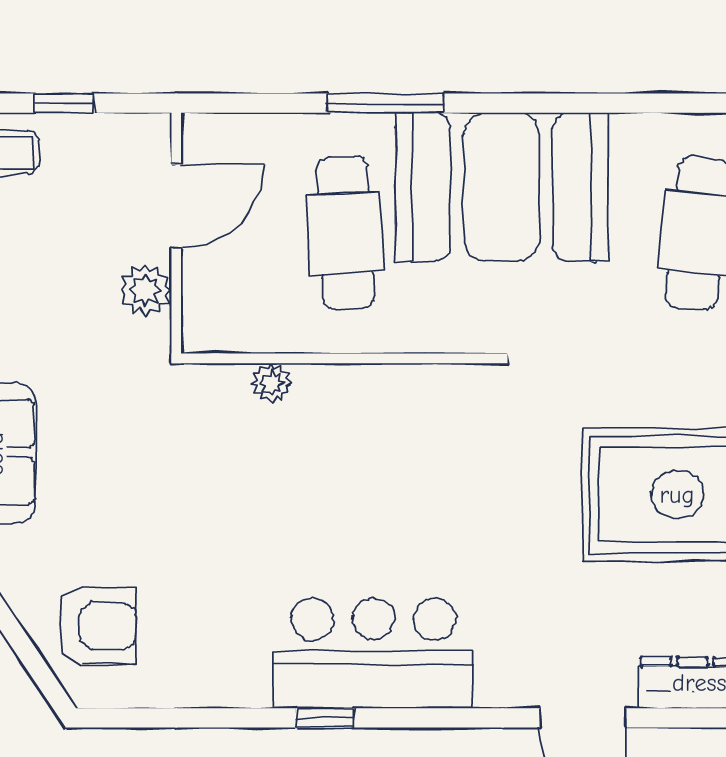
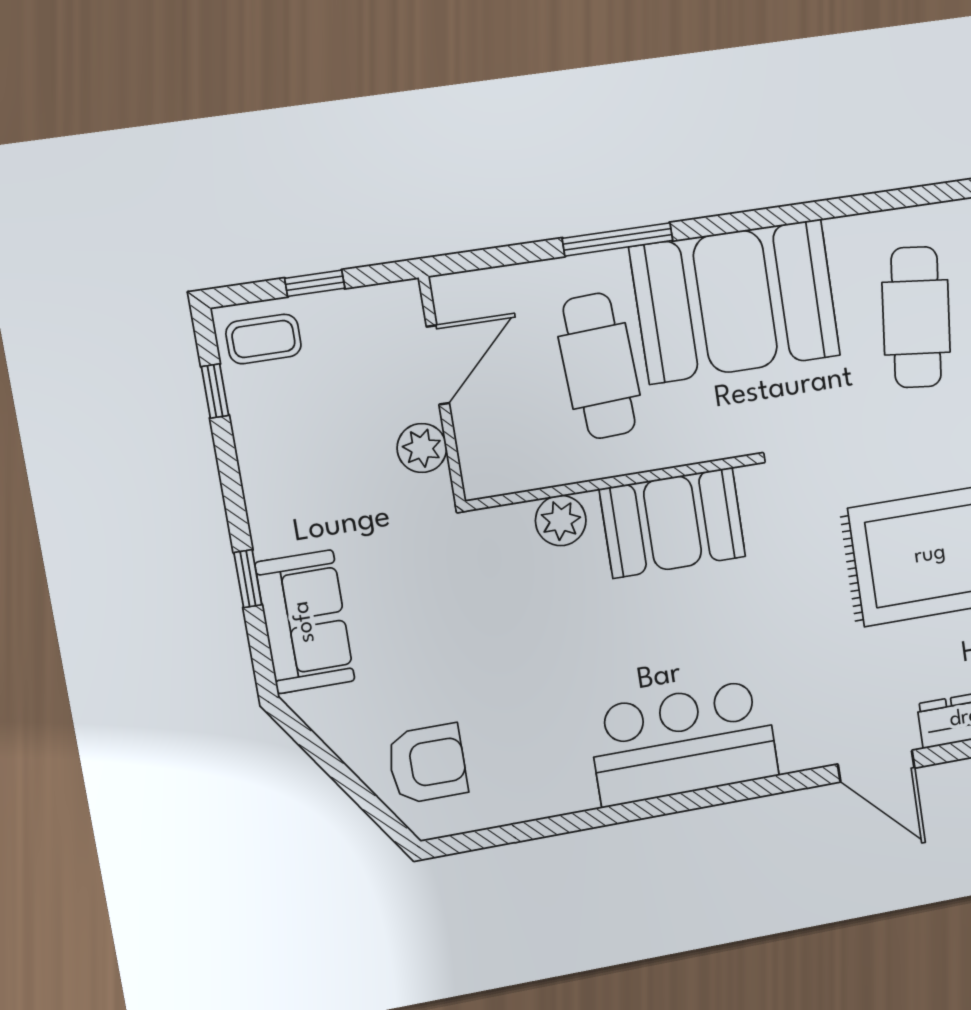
plant: (271, 383) -> (561, 520), width x1.38, depth x1.38
booth: (398, 412) -> (673, 523), added
window: (325, 718) -> (649, 808), removed

